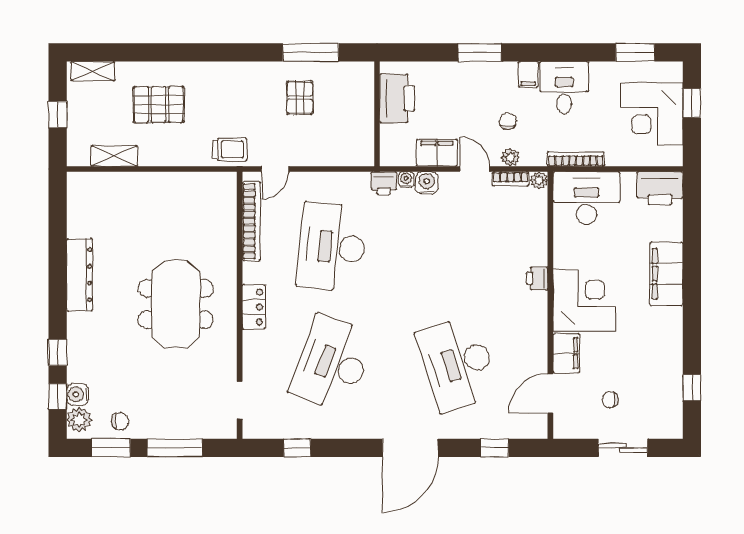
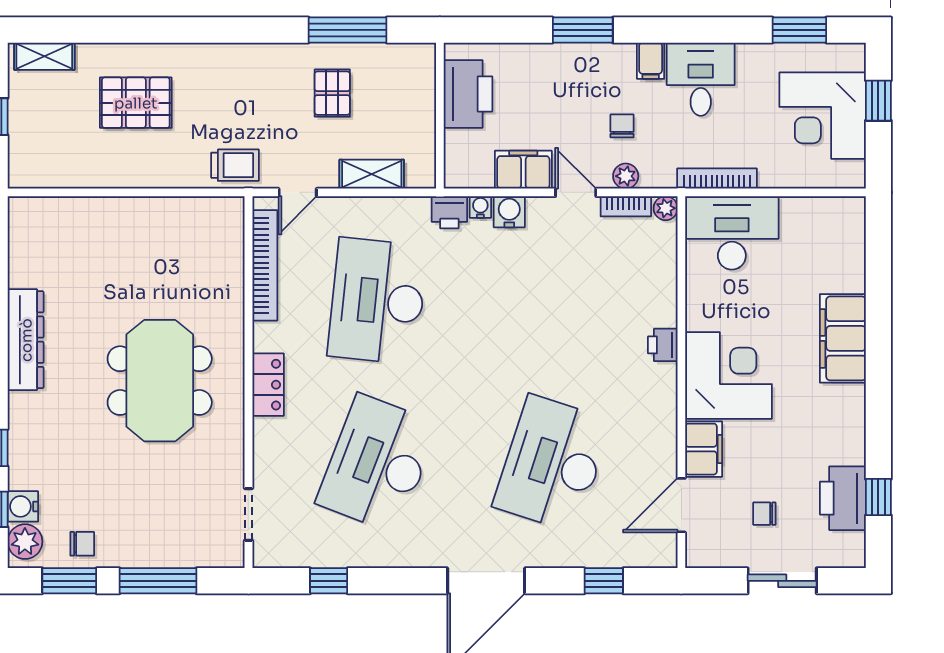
shelving: (114, 156) -> (372, 174), moved
printer: (660, 188) -> (843, 498), moved, turned 90
desk: (458, 364) -> (552, 464), turned 36

